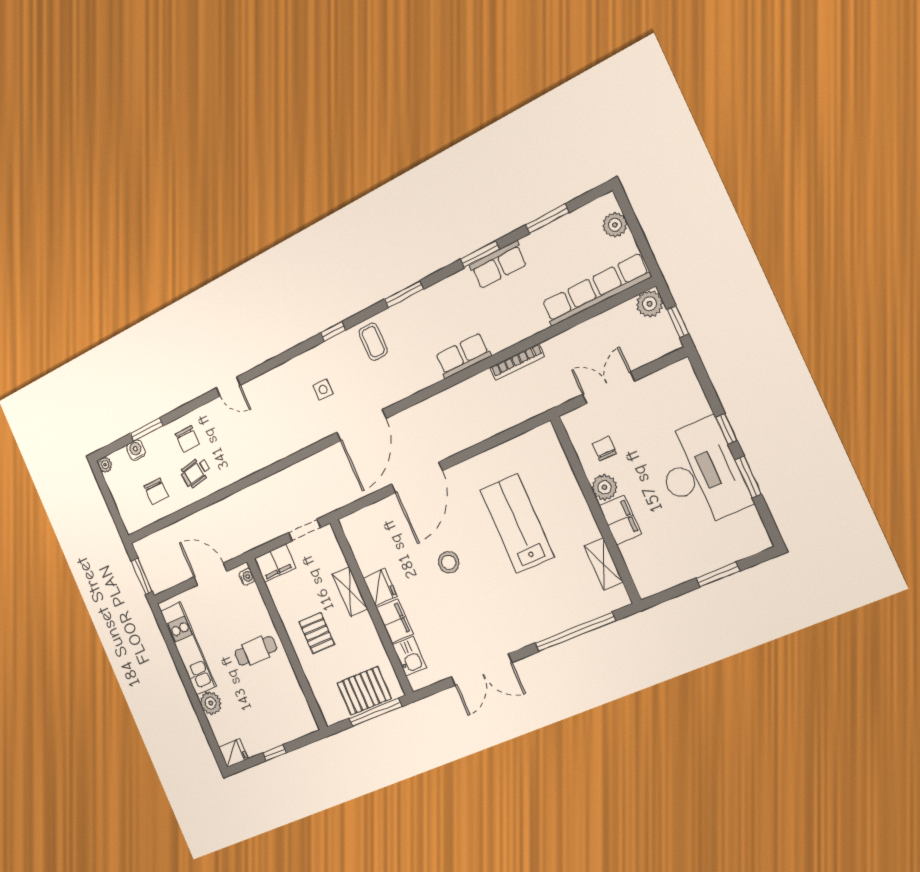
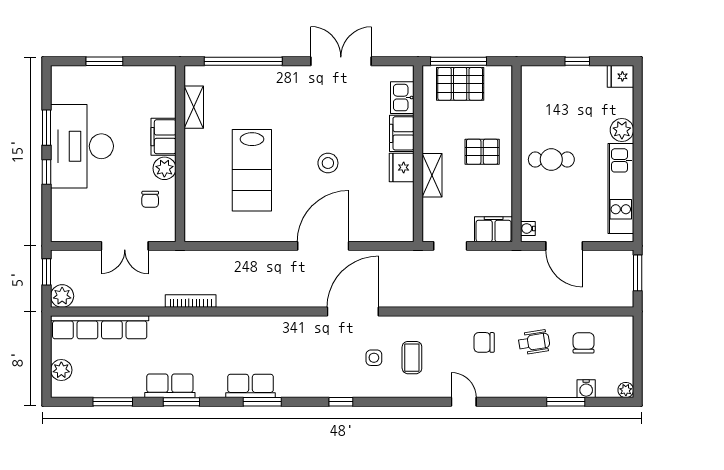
coffee table: (373, 342) -> (412, 358), moved
row of seats: (463, 356) -> (250, 386), moved, turned 180
chair: (187, 439) -> (484, 342), moved, turned -90
pallet: (317, 633) -> (482, 152), turned 90

